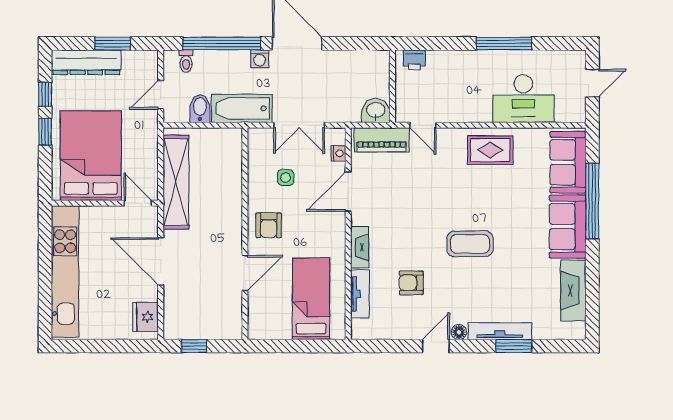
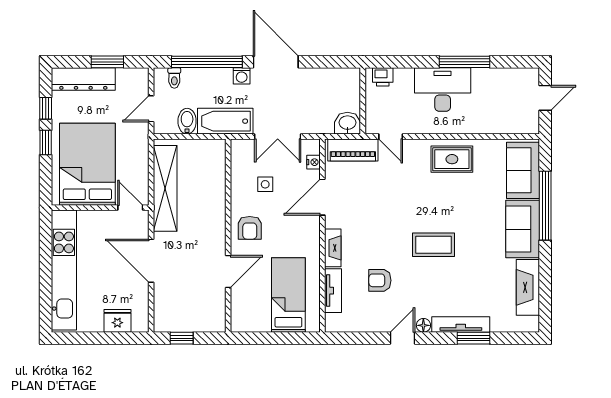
desk: (523, 99) -> (443, 90), moved, turned 180
fridge: (146, 317) -> (117, 321), moved, turned 90

